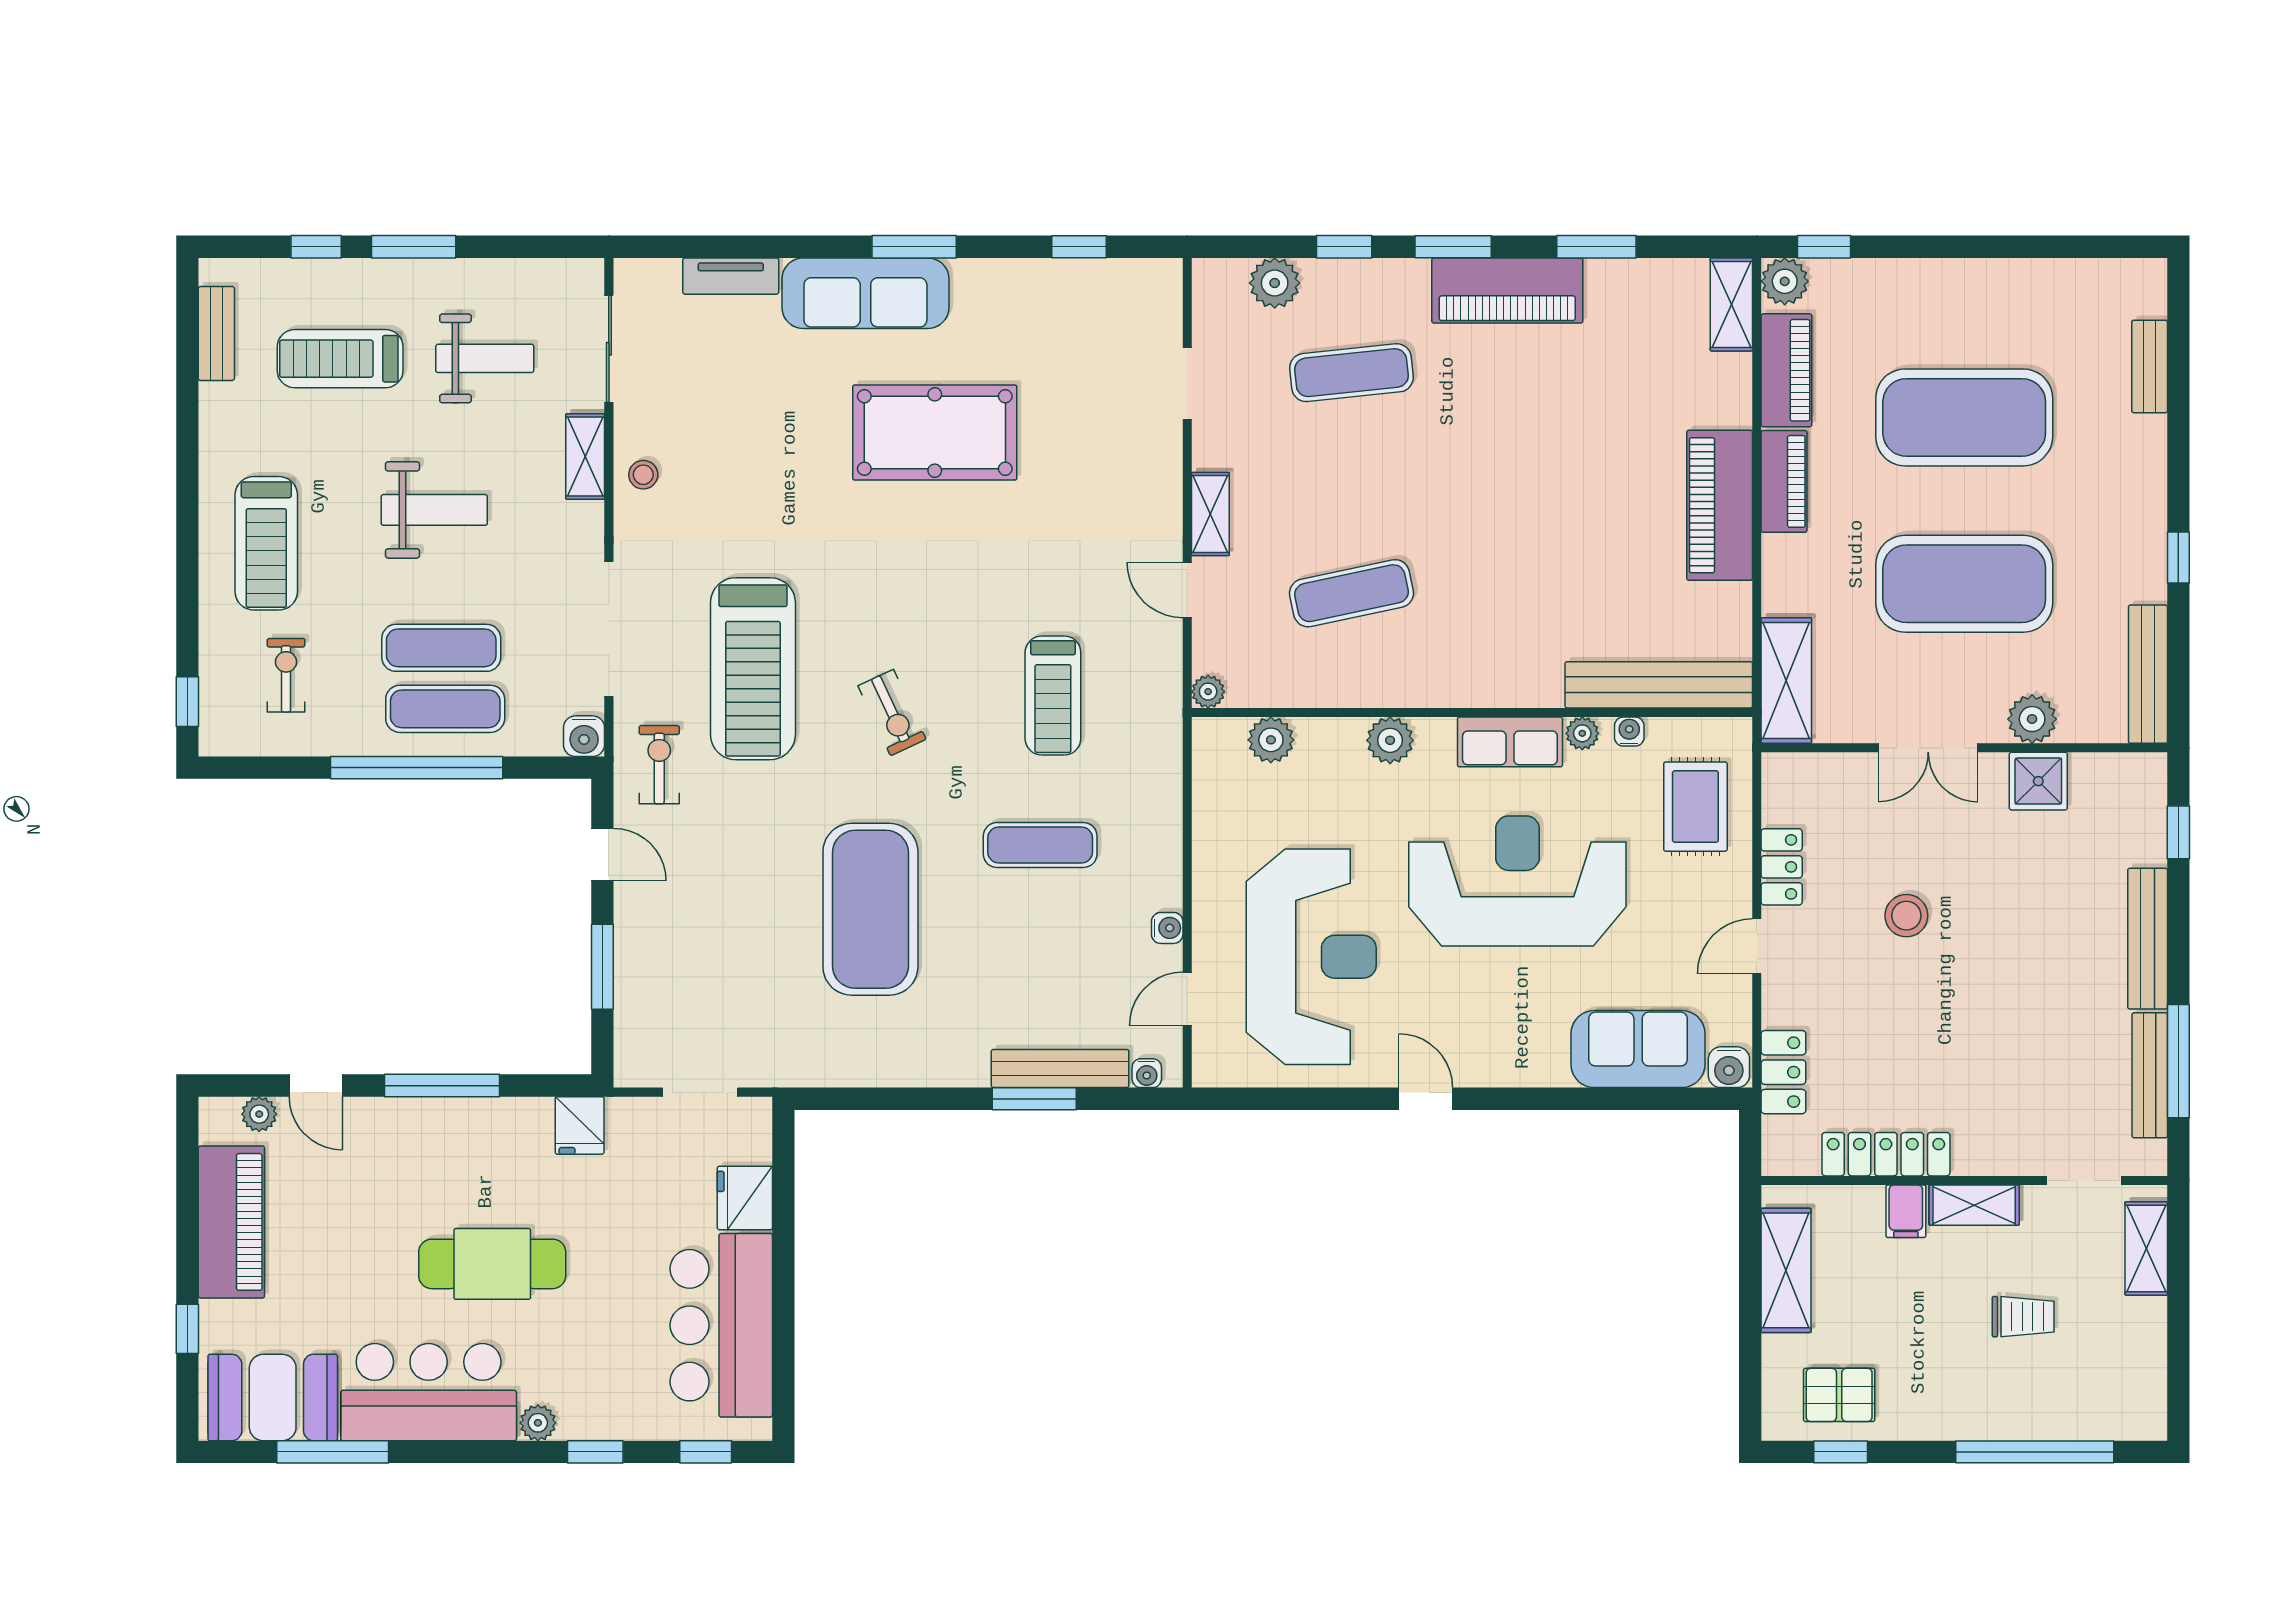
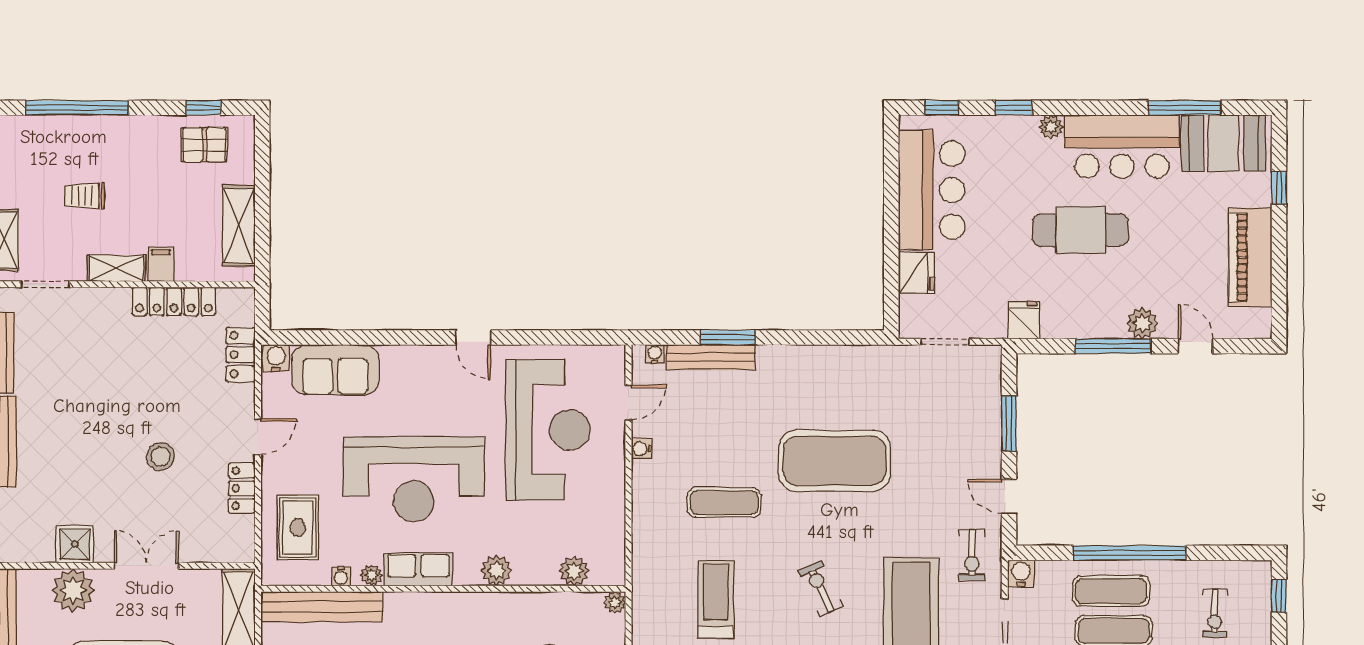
plant: (2032, 719) -> (73, 590), width x1.36, depth x1.36
exercise mat: (870, 909) -> (835, 461), turned 90
reception desk: (1311, 957) -> (548, 430), turned 180
plant: (259, 1114) -> (1142, 323), moved, width x1.38, depth x1.38

